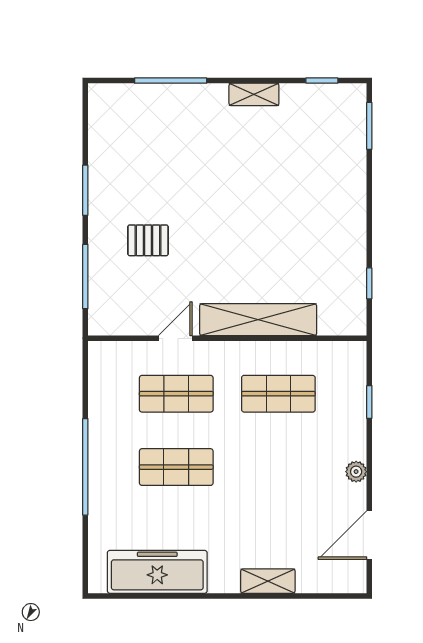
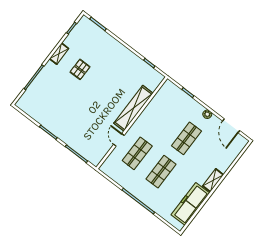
pallet: (148, 240) -> (80, 69), moved
shop shelf: (278, 394) -> (186, 138), moved
shelving: (268, 581) -> (213, 180), moved

